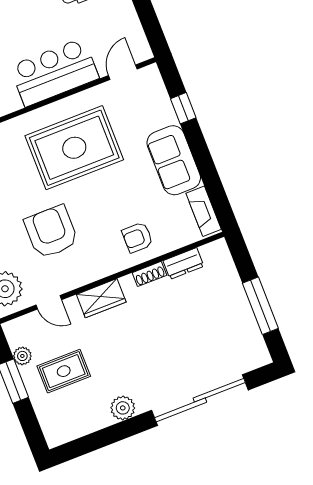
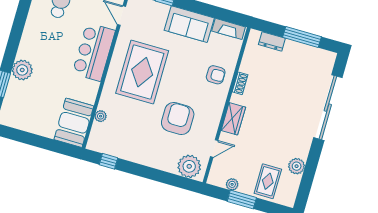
armchair: (51, 232) -> (178, 119), turned 90
armchair: (137, 237) -> (216, 75), turned -90
dresser: (183, 263) -> (272, 41), moved, turned 90
rug: (64, 371) -> (268, 181), moved
plant: (123, 408) -> (297, 166), moved

